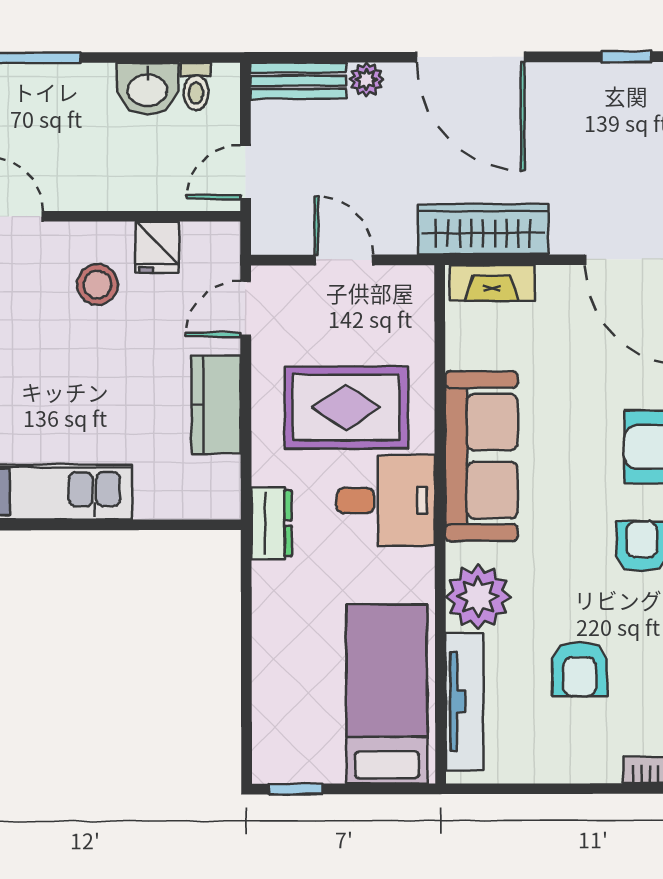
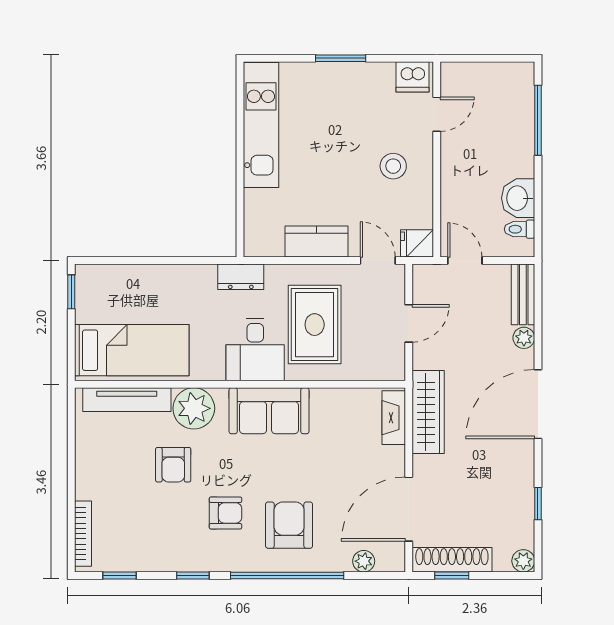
fridge: (157, 247) -> (417, 243), moved
sofa: (481, 456) -> (269, 411), width x0.73
armchair: (580, 669) -> (173, 465), moved, turned -90

